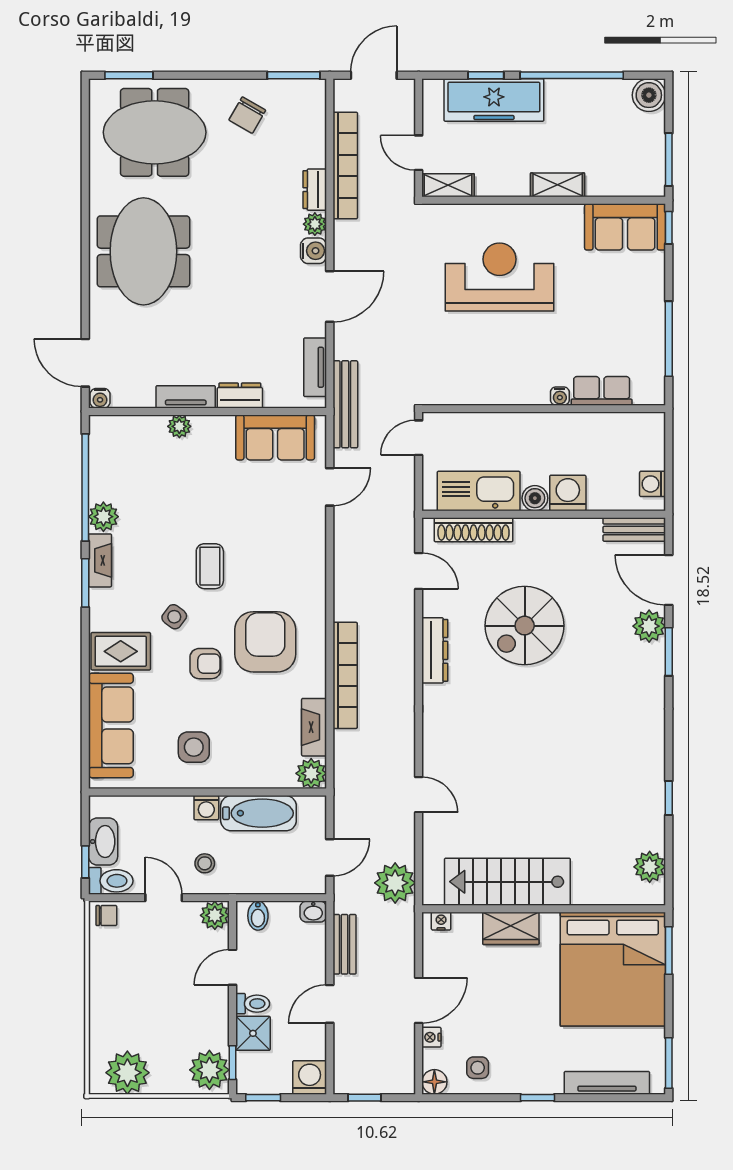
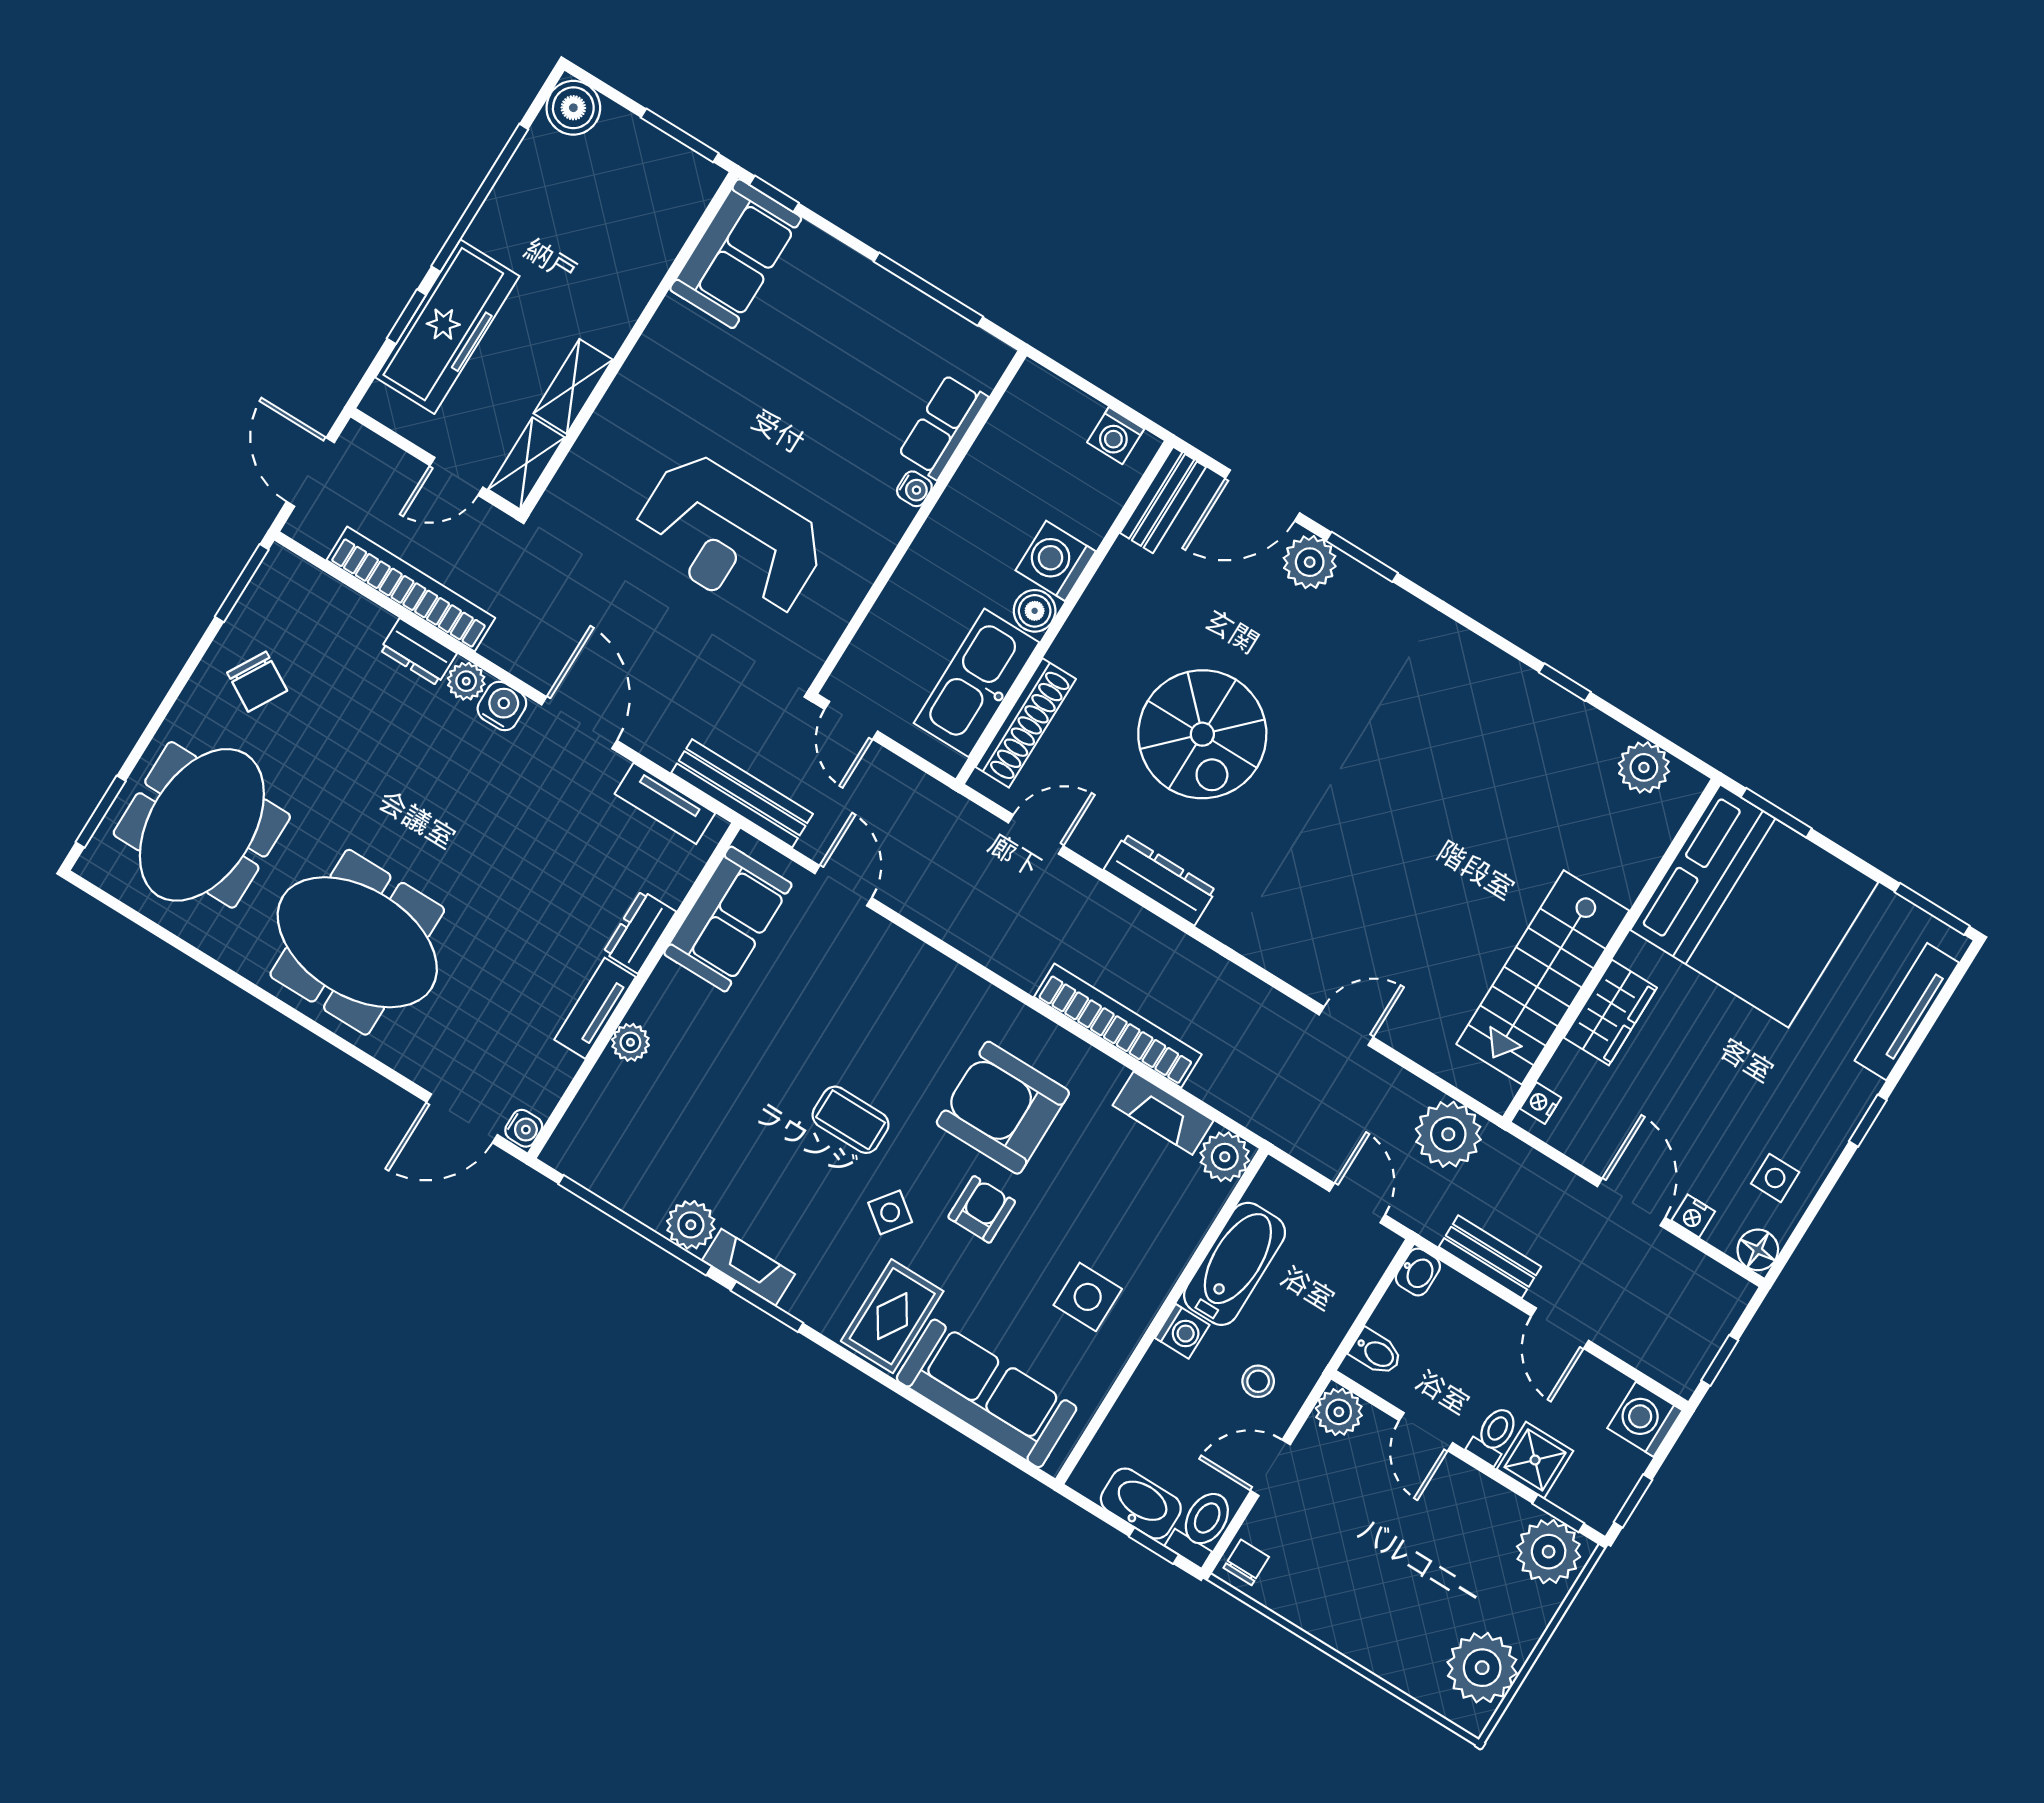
shelving: (558, 185) -> (573, 387), moved
reception desk: (500, 277) -> (730, 538), moved, turned -90

